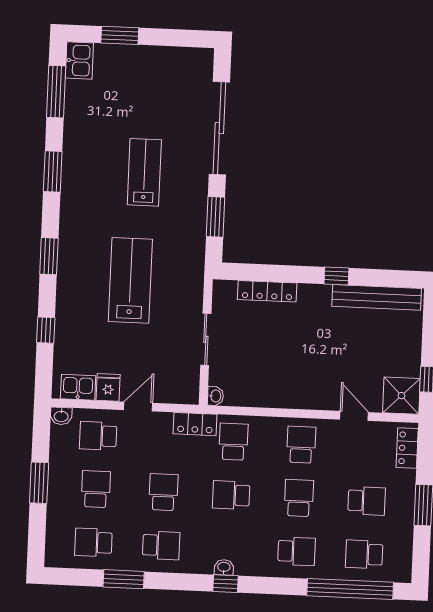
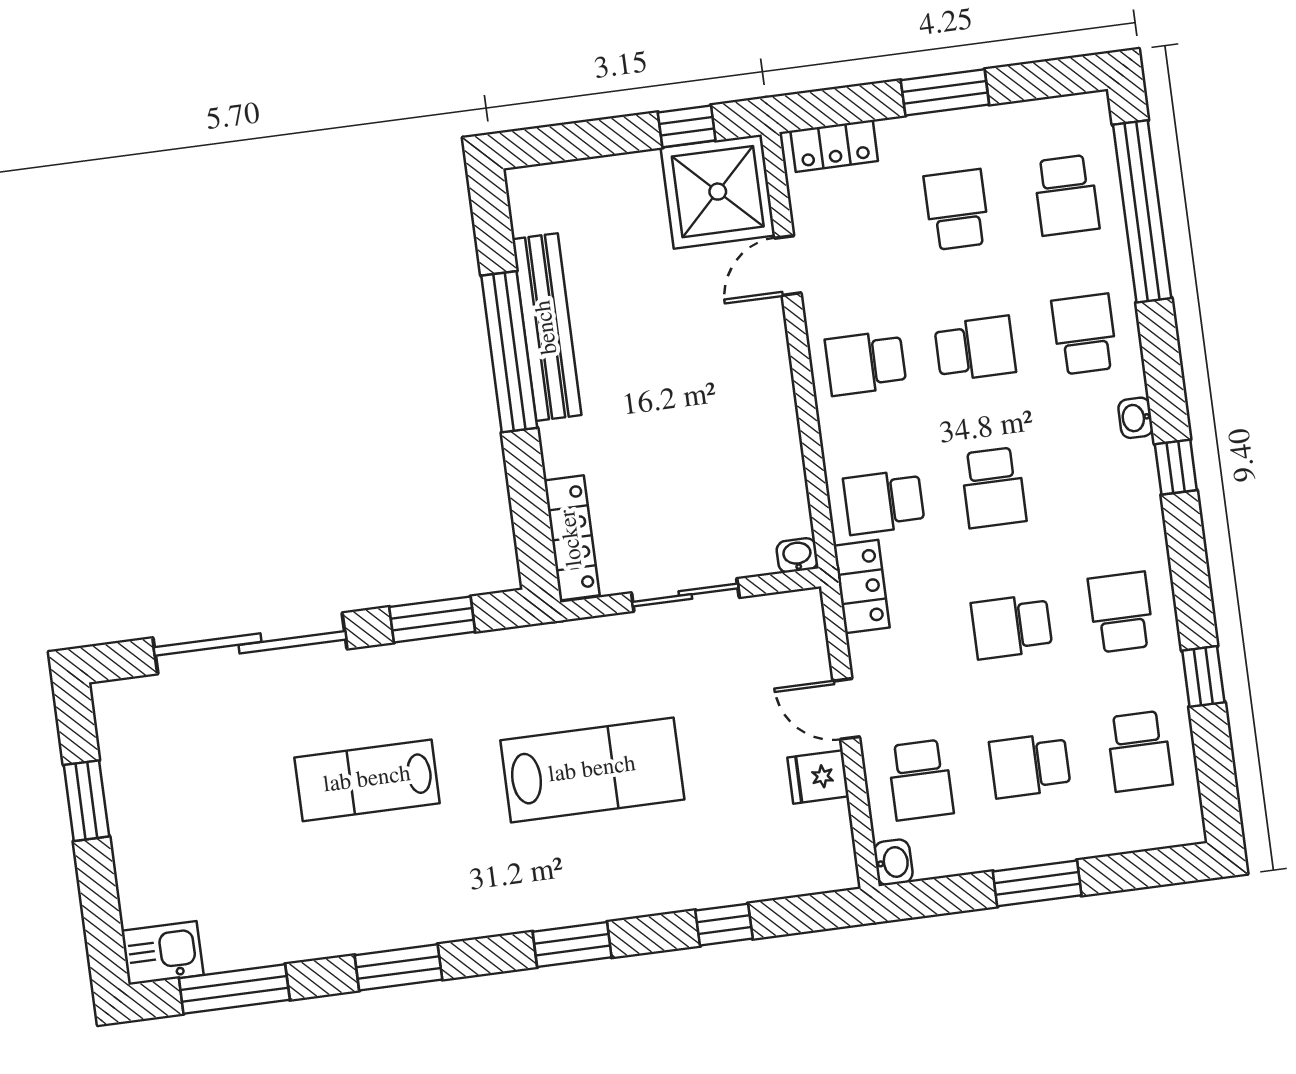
window: (120, 35) -> (86, 801), moved
window: (336, 276) -> (509, 352), width x3.17
lab bench: (130, 280) -> (592, 770), turned 180
locker: (267, 291) -> (572, 538), moved
bench: (377, 297) -> (547, 327), moved
kitchen sink: (78, 387) -> (829, 838), removed
shower: (401, 396) -> (718, 192), width x1.37, depth x1.37
school desk: (299, 498) -> (975, 349), turned 180
washbasin: (224, 567) -> (1136, 418), moved
window: (124, 579) -> (1203, 676), width x0.67

